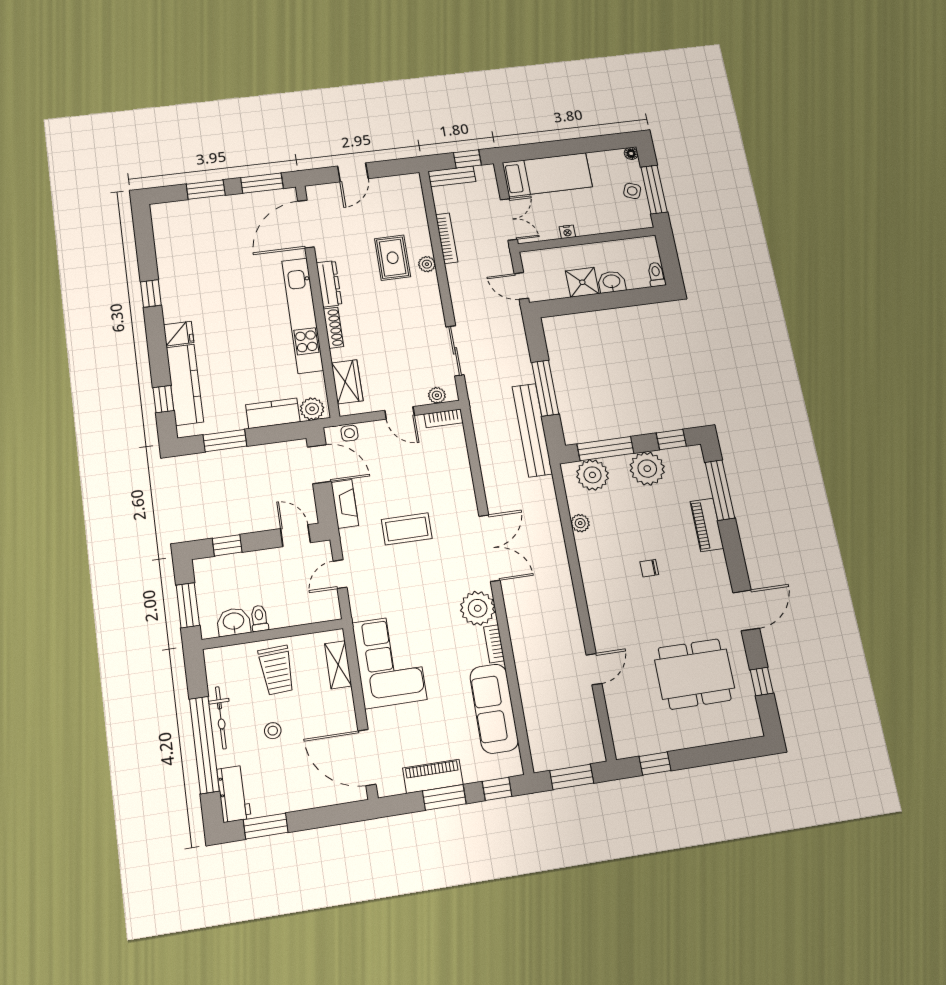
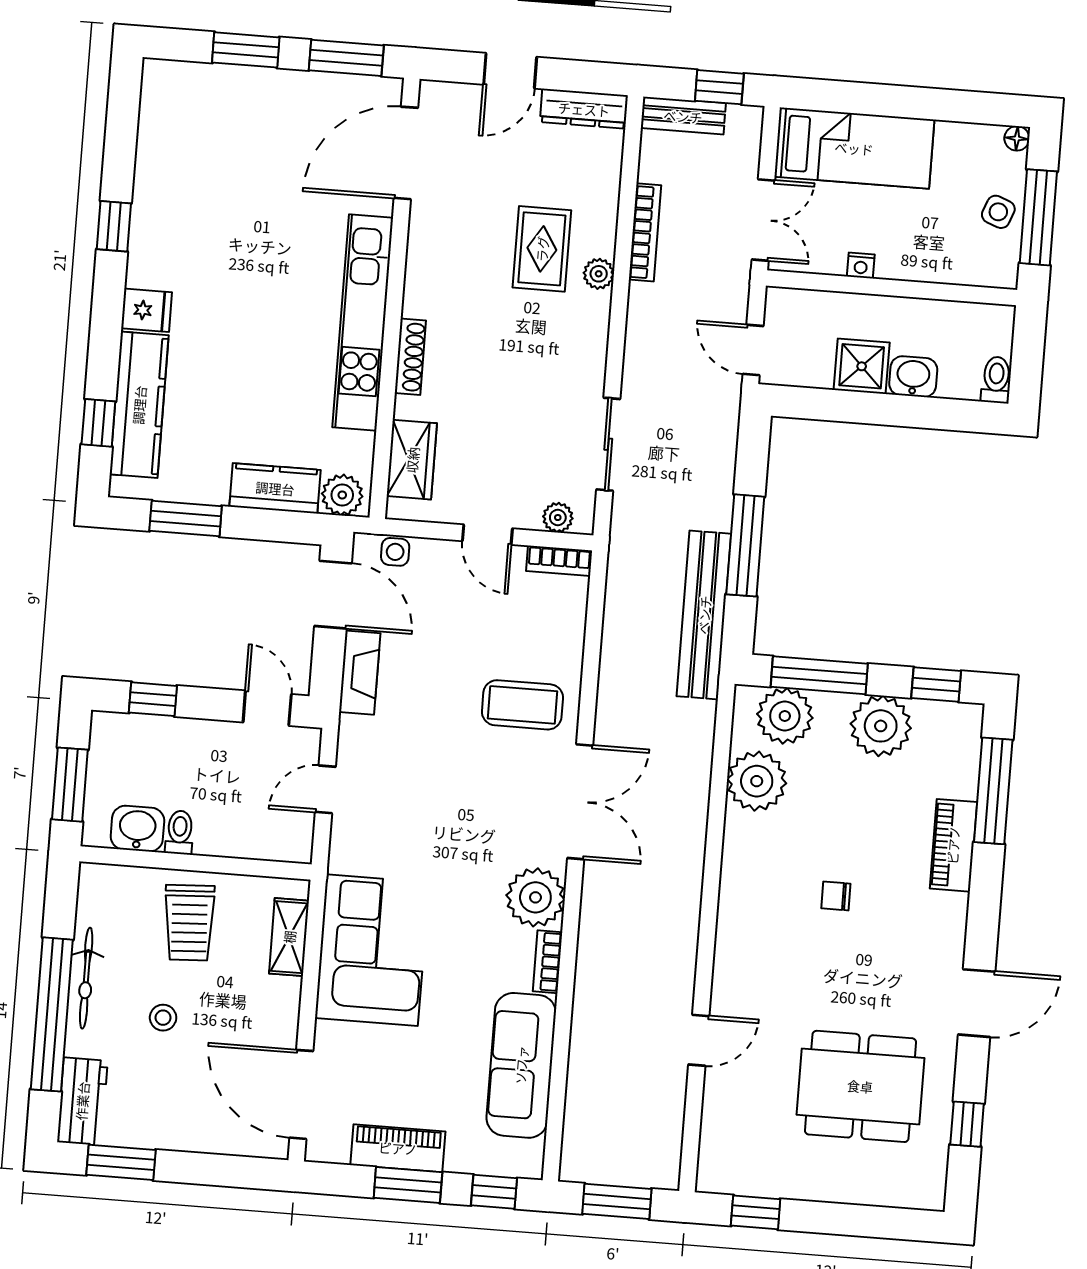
dresser: (329, 284) -> (584, 109), moved, turned 90
plant: (580, 523) -> (757, 781), width x1.87, depth x1.87
coffee table: (407, 529) -> (522, 705), moved

